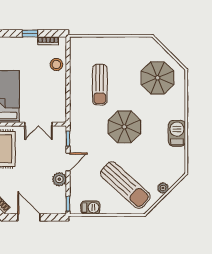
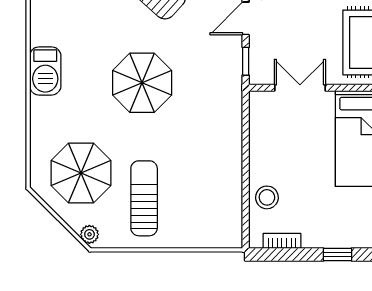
window: (30, 33) -> (337, 255), moved
plant: (153, 44) -> (89, 234), added
sun lounger: (100, 85) -> (144, 198), moved

